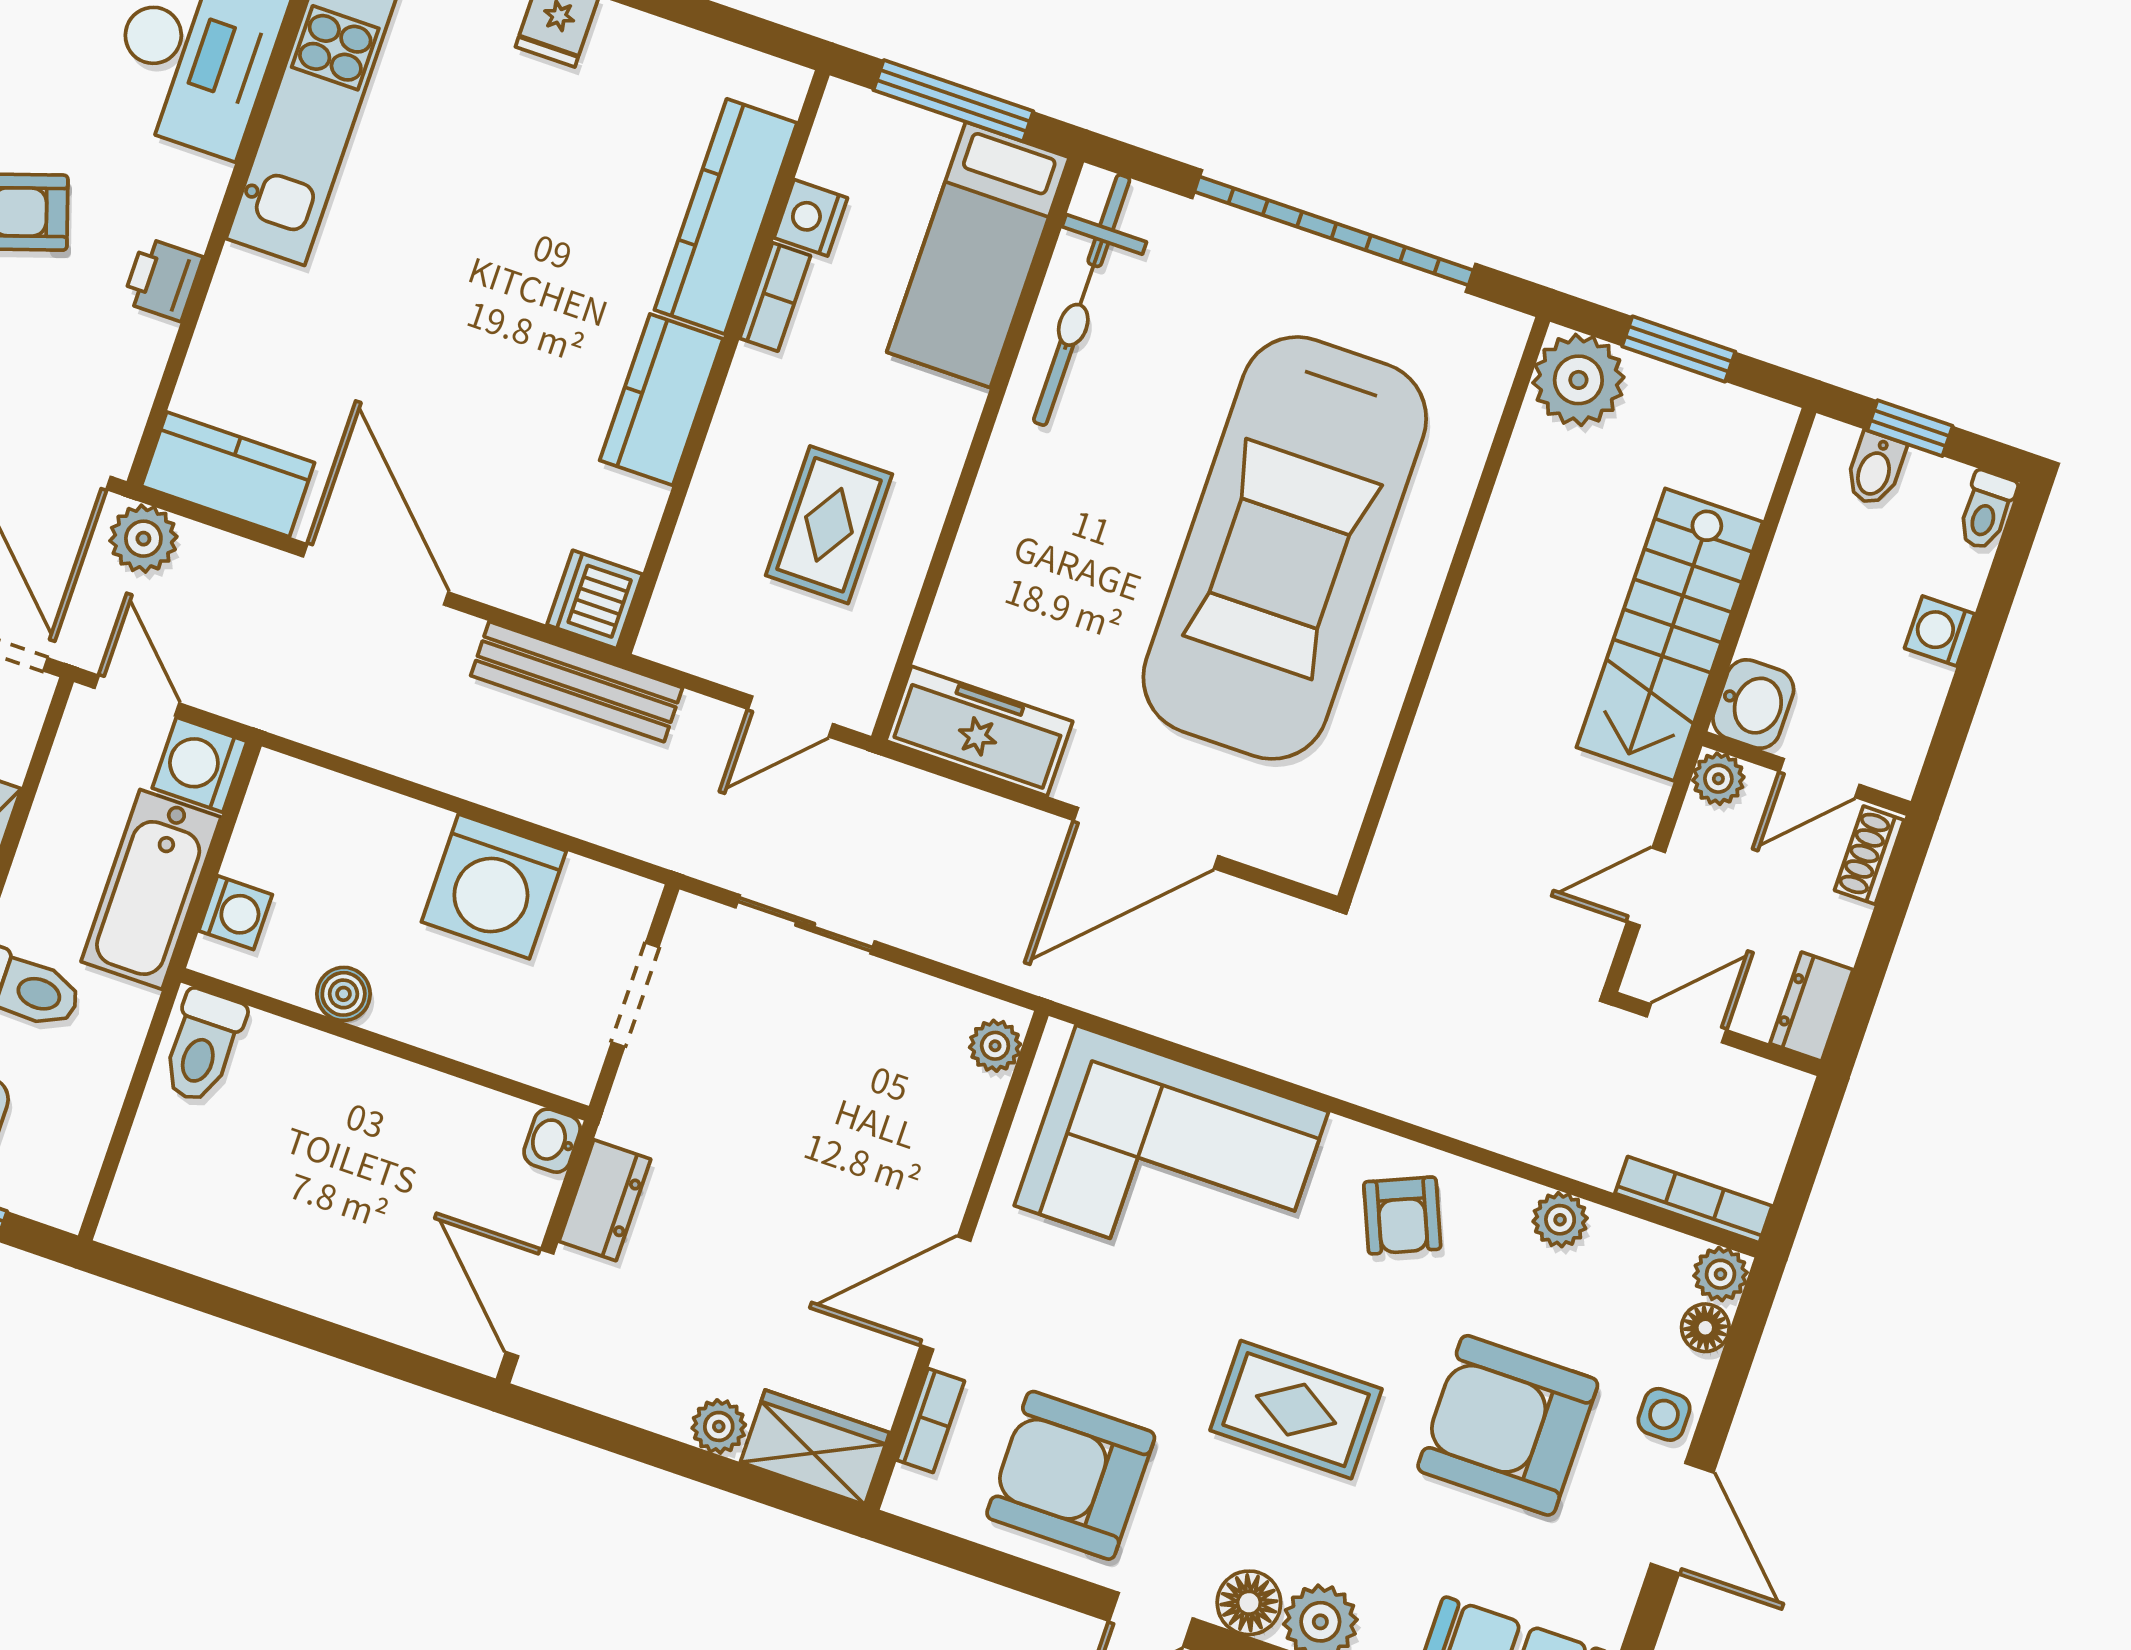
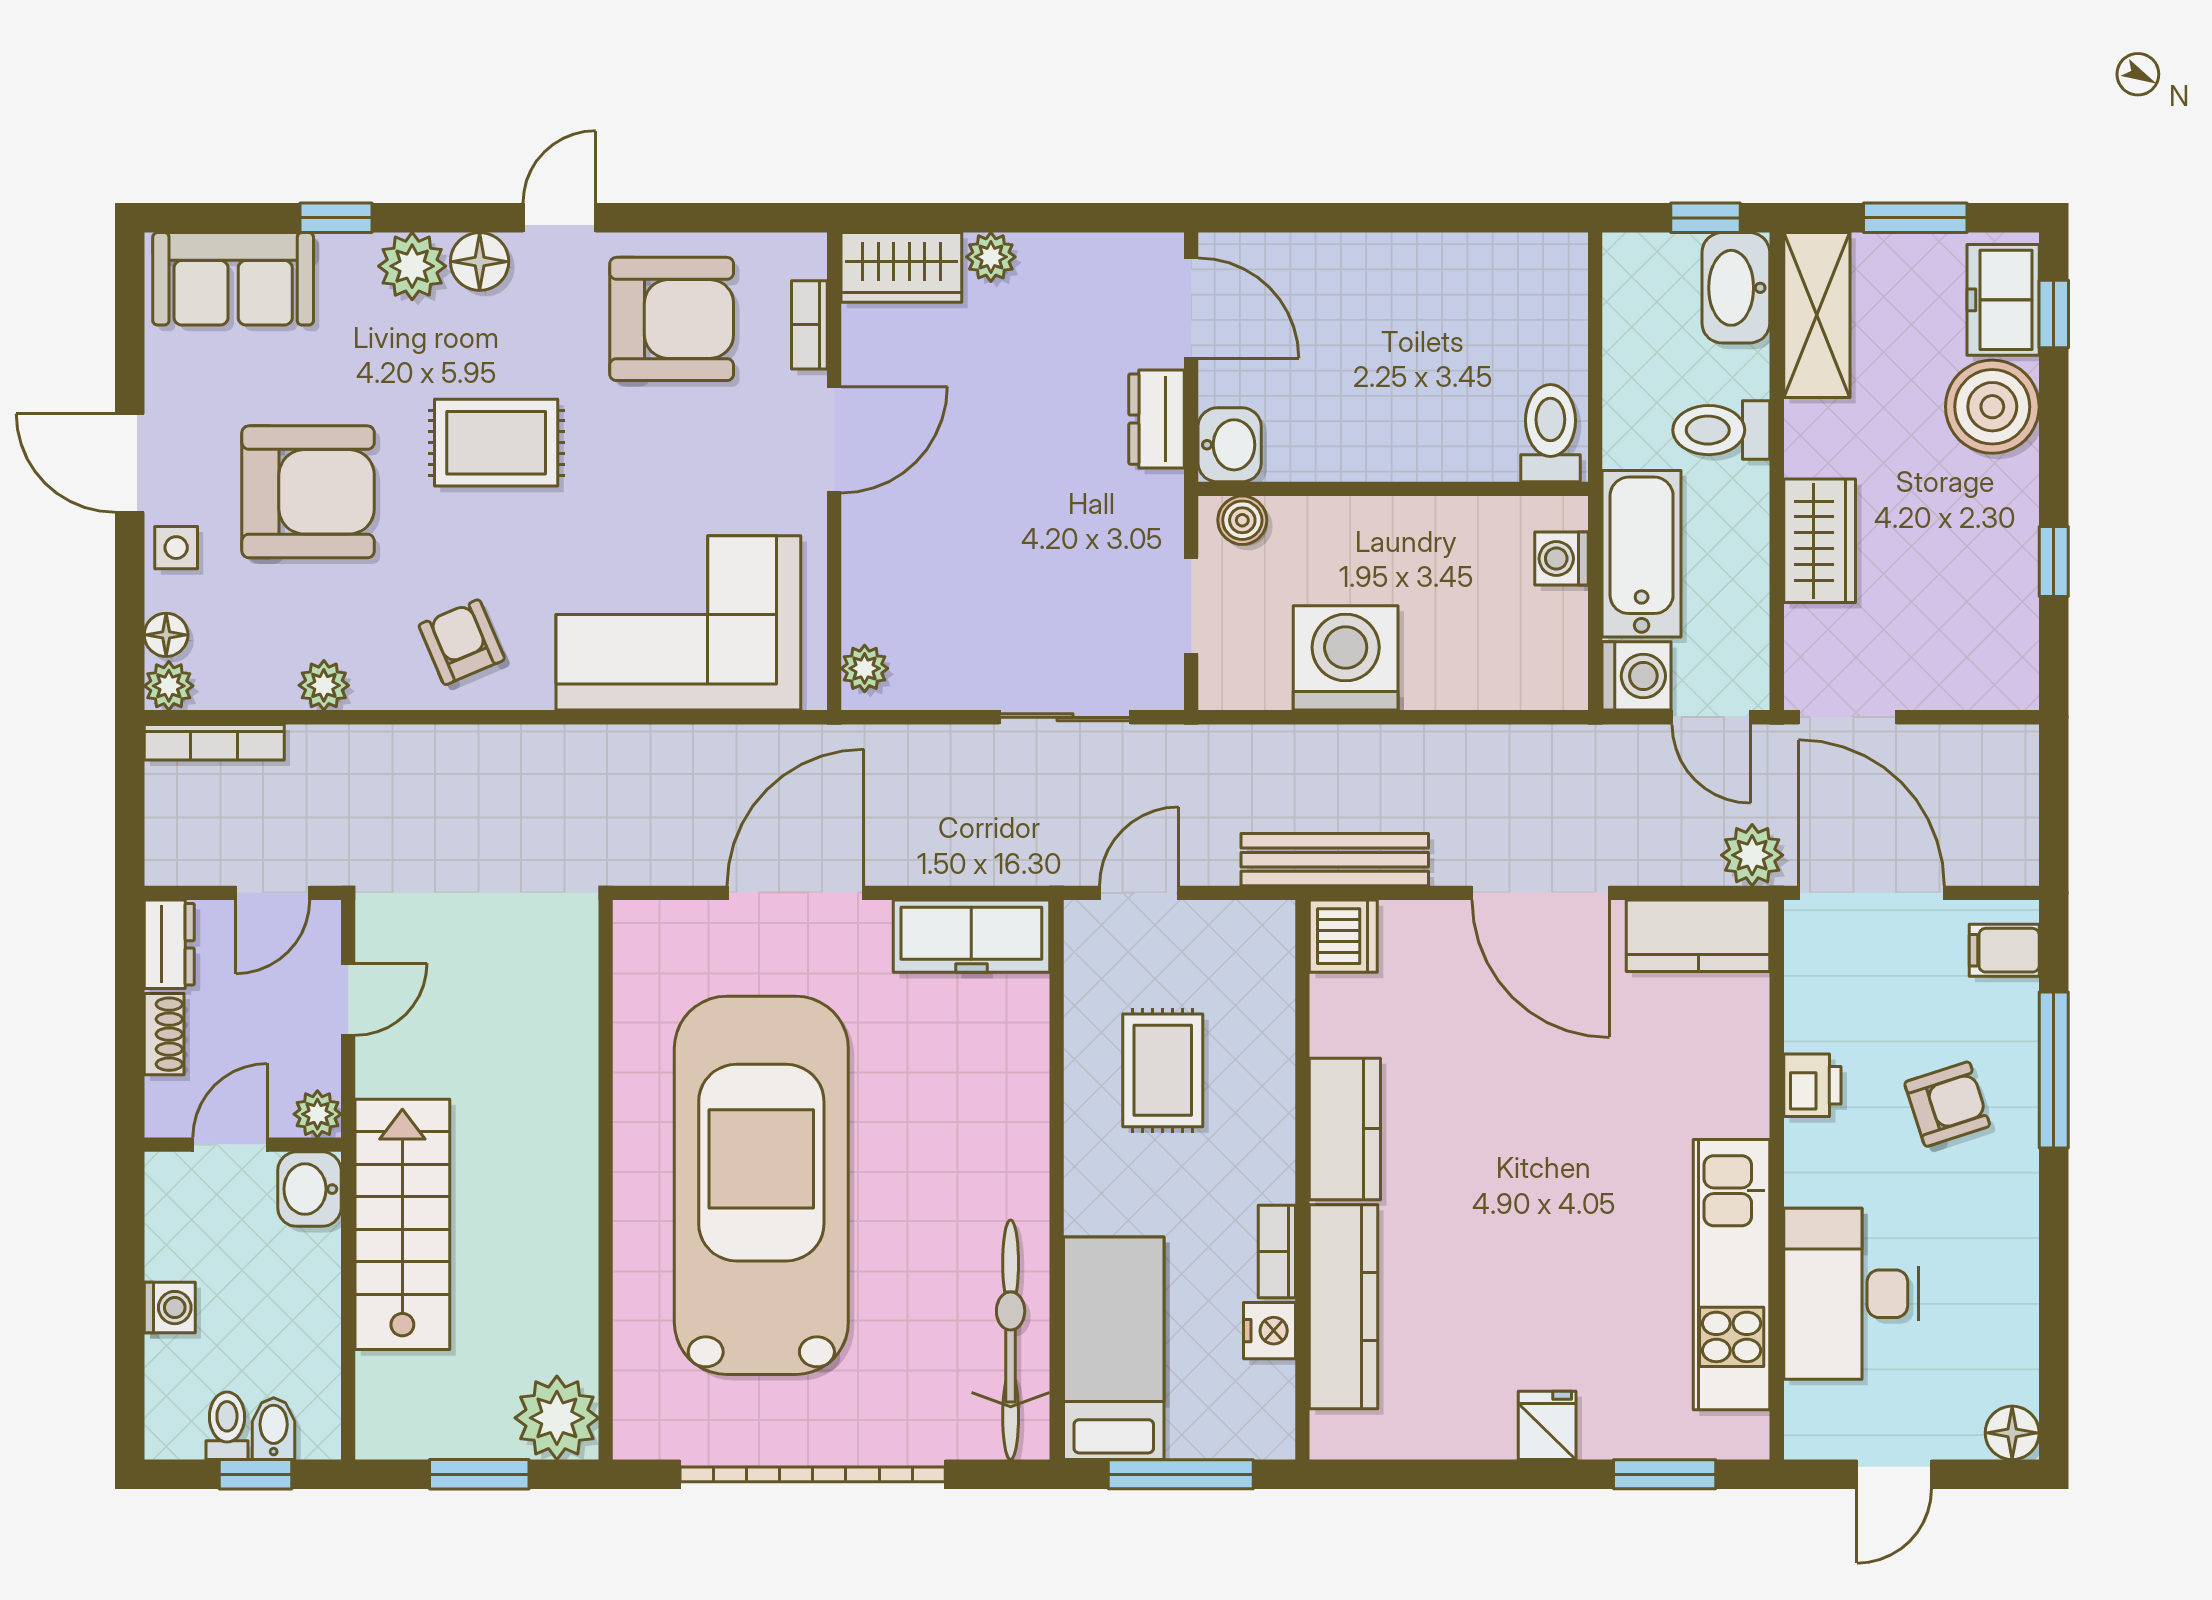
toilet: (1986, 510) -> (227, 1426), moved
shoe rack: (1869, 855) -> (164, 1034), moved
boiler: (344, 994) -> (1242, 520), moved
washbasin: (552, 1141) -> (1230, 445), width x1.38, depth x1.45

